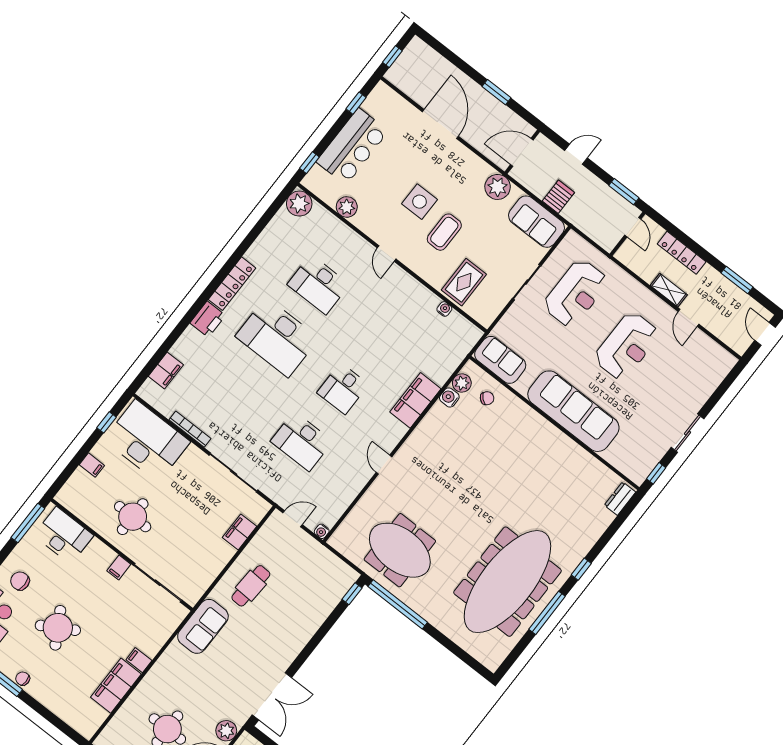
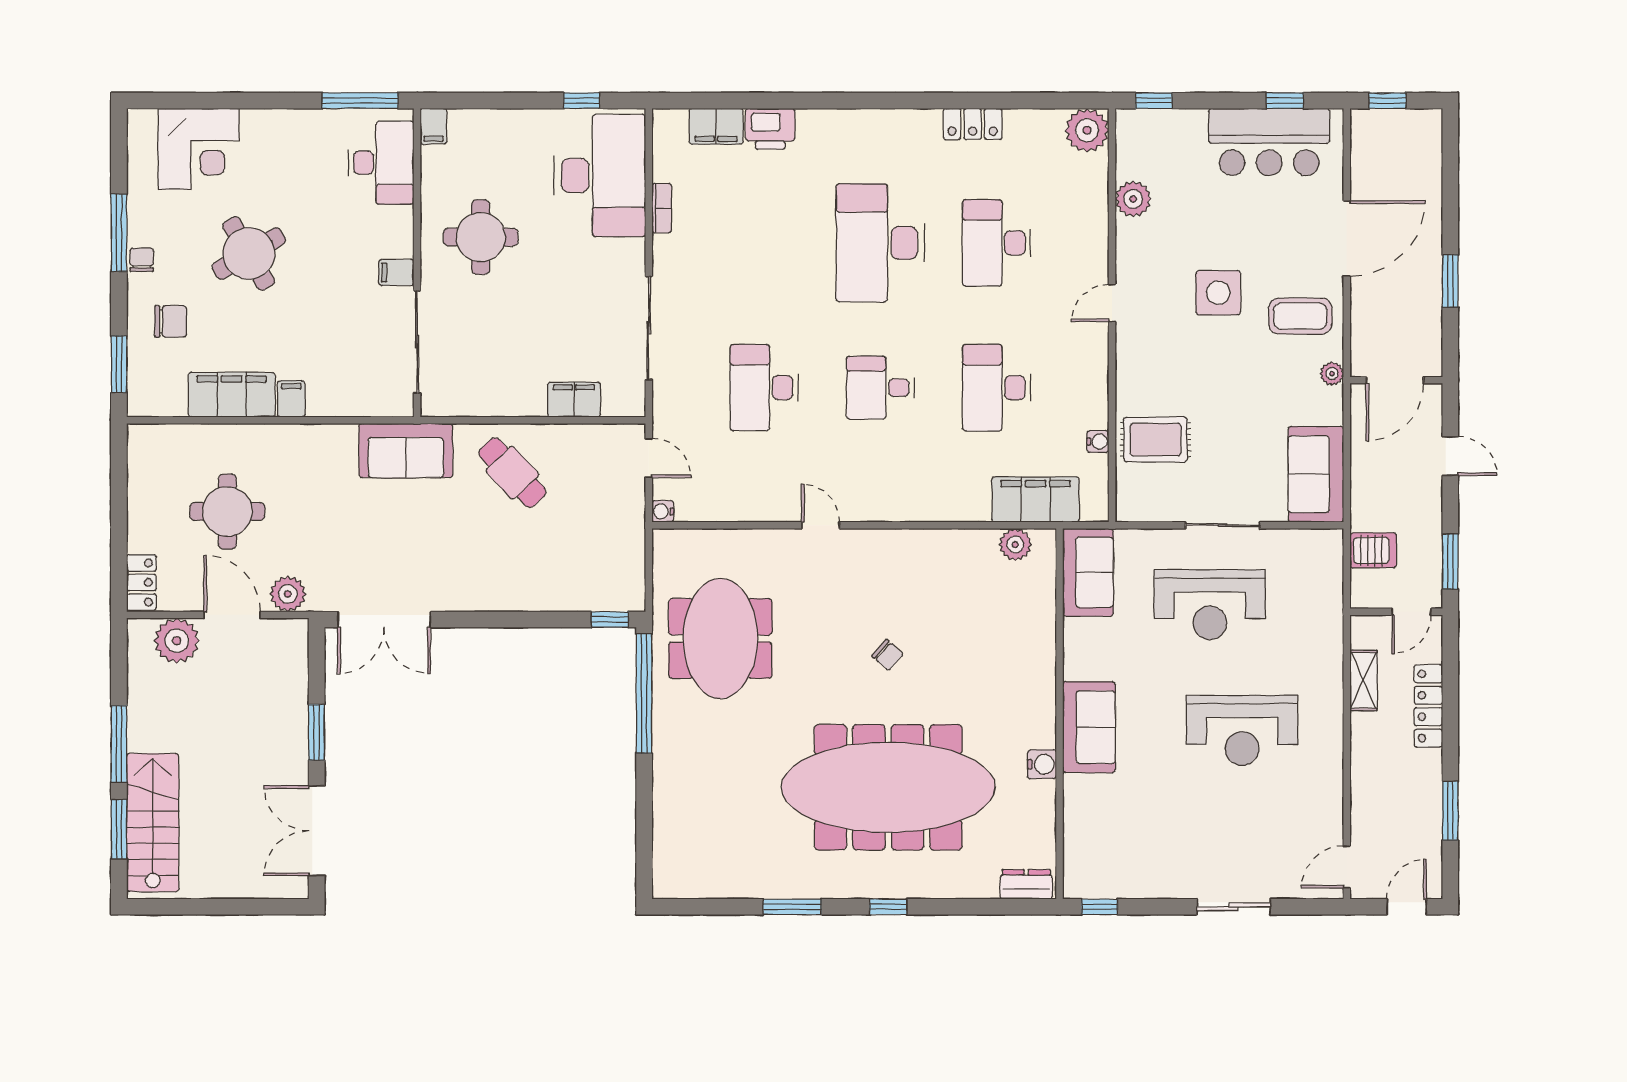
bar counter: (352, 146) -> (1269, 142), moved
door: (522, 152) -> (1395, 380), swing flipped
plant: (498, 187) -> (1332, 374), width x0.53, depth x0.53
server rack: (558, 197) -> (1373, 550), moved
coffee table: (444, 232) -> (1300, 316), moved
locker: (232, 284) -> (973, 124), moved, width x0.66
shelving: (669, 290) -> (1363, 680), moved
reception desk: (576, 293) -> (1210, 605), moved
door: (689, 318) -> (1347, 867), moved
printer: (208, 319) -> (770, 129), moved
desk: (384, 336) -> (997, 388), added
water cooler: (449, 397) -> (1042, 764), moved, turned 90
chair: (487, 398) -> (888, 655), moved
filing cabinet: (415, 400) -> (1036, 500), moved
sofa: (573, 411) -> (1089, 727), width x0.54, depth x0.79
bookcase: (190, 429) -> (662, 208), width x0.64
sliding door: (688, 433) -> (1234, 907), moved
filing cabinet: (92, 465) -> (434, 126), moved
door: (384, 465) -> (821, 525), hinge flipped
chair: (20, 581) -> (170, 321), moved, turned 90
meeting table: (507, 582) -> (888, 787), moved
cafe table: (251, 586) -> (512, 473), turned 44
window: (547, 613) -> (792, 907), width x0.69
window: (62, 726) -> (119, 364), added

